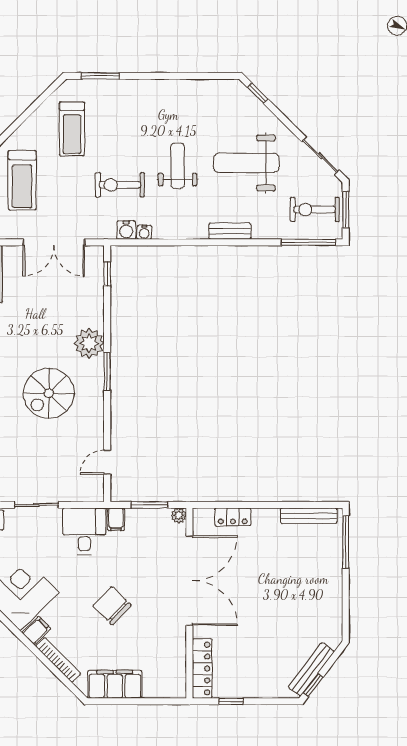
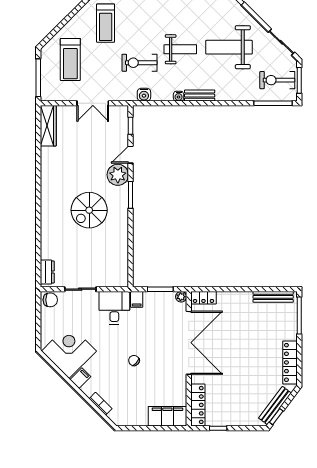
weight bench: (178, 166) -> (180, 49), turned 90
bench: (230, 231) -> (200, 96), moved
water cooler: (144, 232) -> (179, 96), moved
double door: (54, 242) -> (93, 103), width x0.73
door: (107, 462) -> (130, 155), moved
locker: (233, 517) -> (203, 298), moved
chair: (112, 606) -> (134, 361), width x0.54, depth x0.54
locker: (333, 608) -> (290, 362), added
bookcase: (58, 660) -> (101, 404), width x0.64
filing cabinet: (115, 684) -> (167, 416), moved

